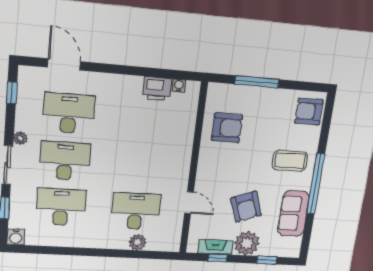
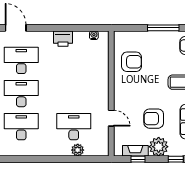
window: (257, 82) -> (163, 28), moved
printer: (157, 89) -> (63, 39), moved
armchair: (246, 207) -> (154, 119), turned 110

